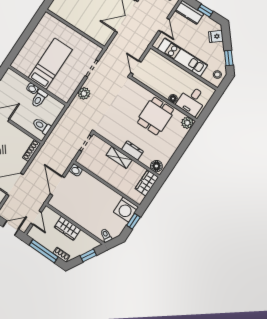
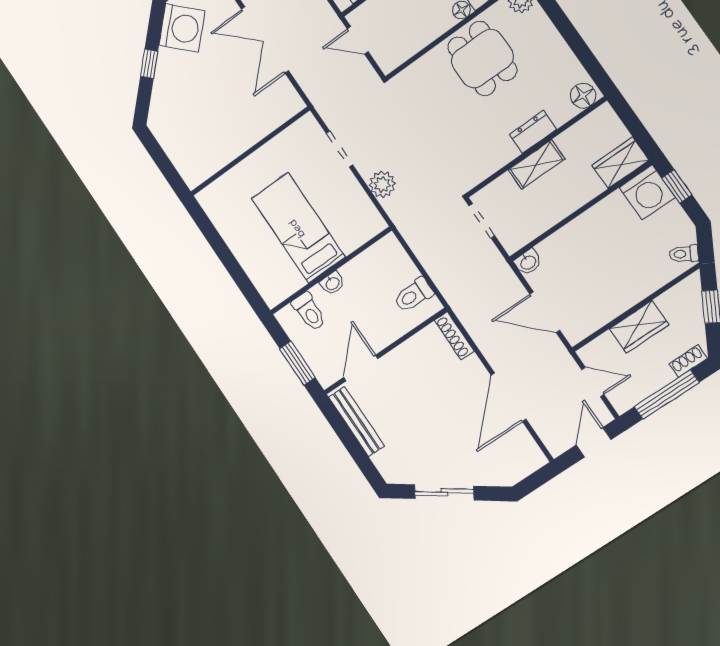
door: (136, 67) -> (358, 40), moved
toilet: (39, 98) -> (309, 312), moved
wardrobe: (147, 183) -> (620, 163), moved, turned 90

